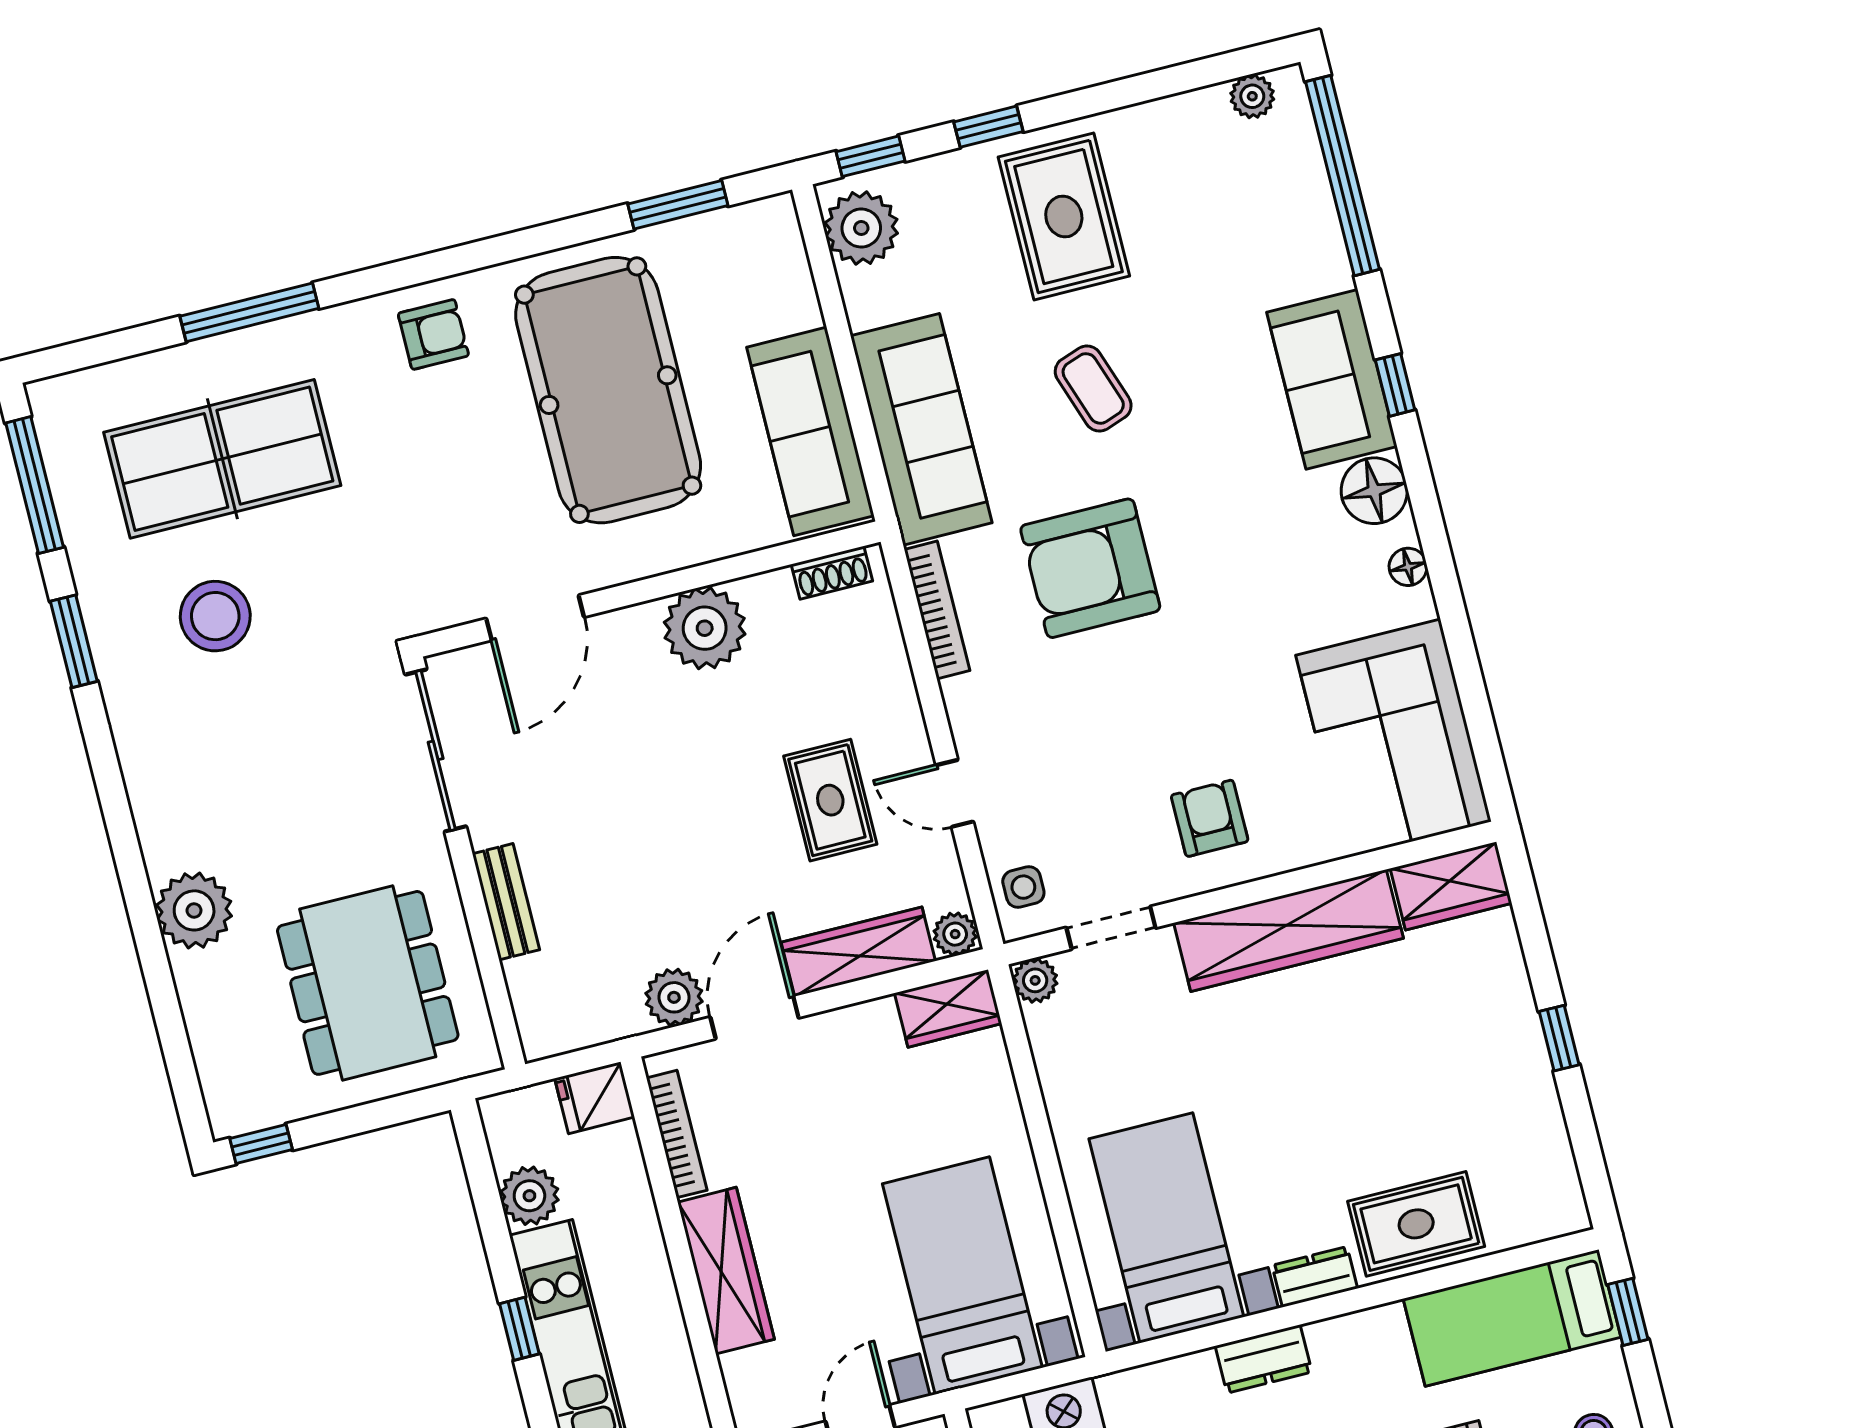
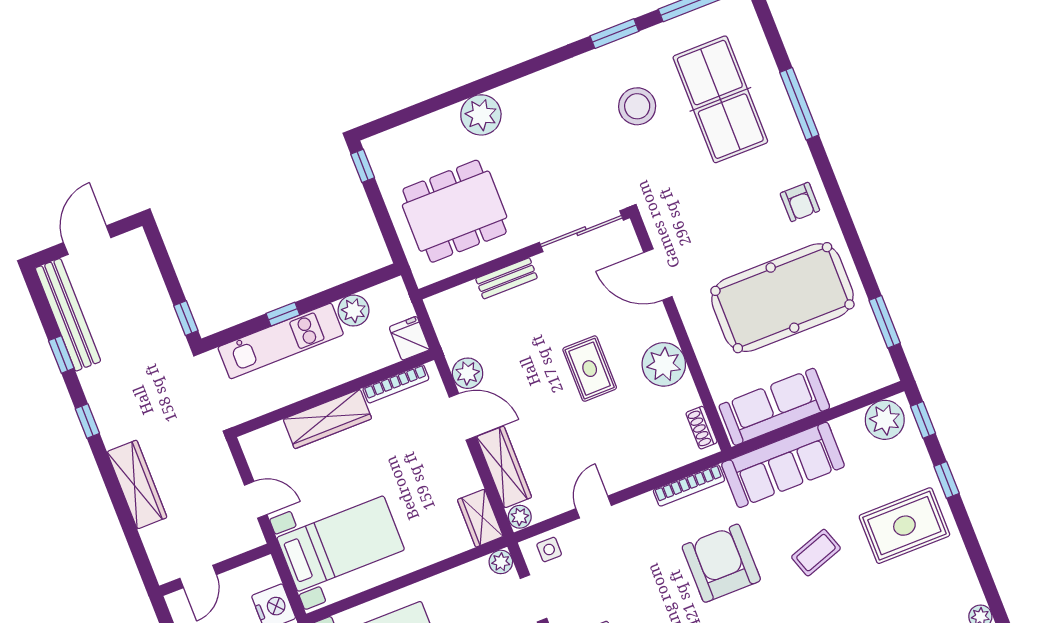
rug: (830, 800) -> (590, 369), moved, turned 90

